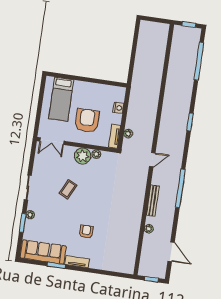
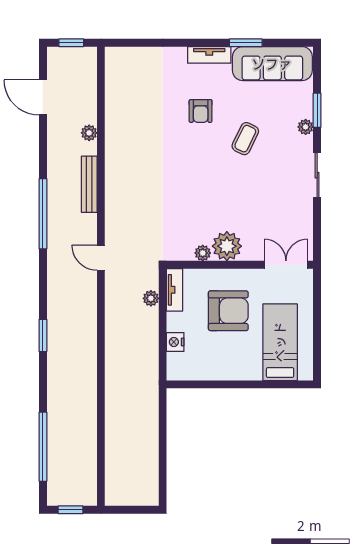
armchair: (87, 121) -> (228, 311), turned -90
door: (152, 160) -> (101, 258), hinge flipped
coffee table: (68, 189) -> (245, 139), moved

